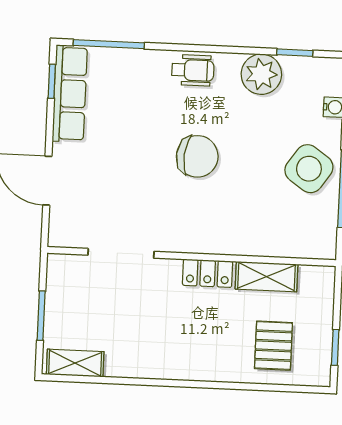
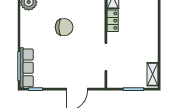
wheelchair: (193, 70) -> (28, 31), removed
row of seats: (70, 94) -> (27, 68), moved, turned 90
chair: (197, 156) -> (64, 27), turned 84

